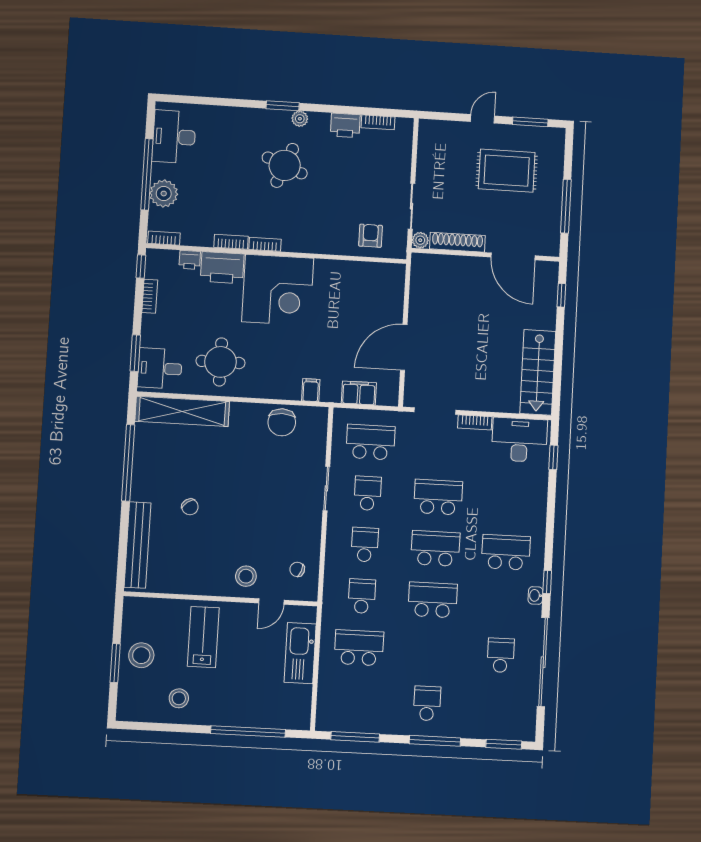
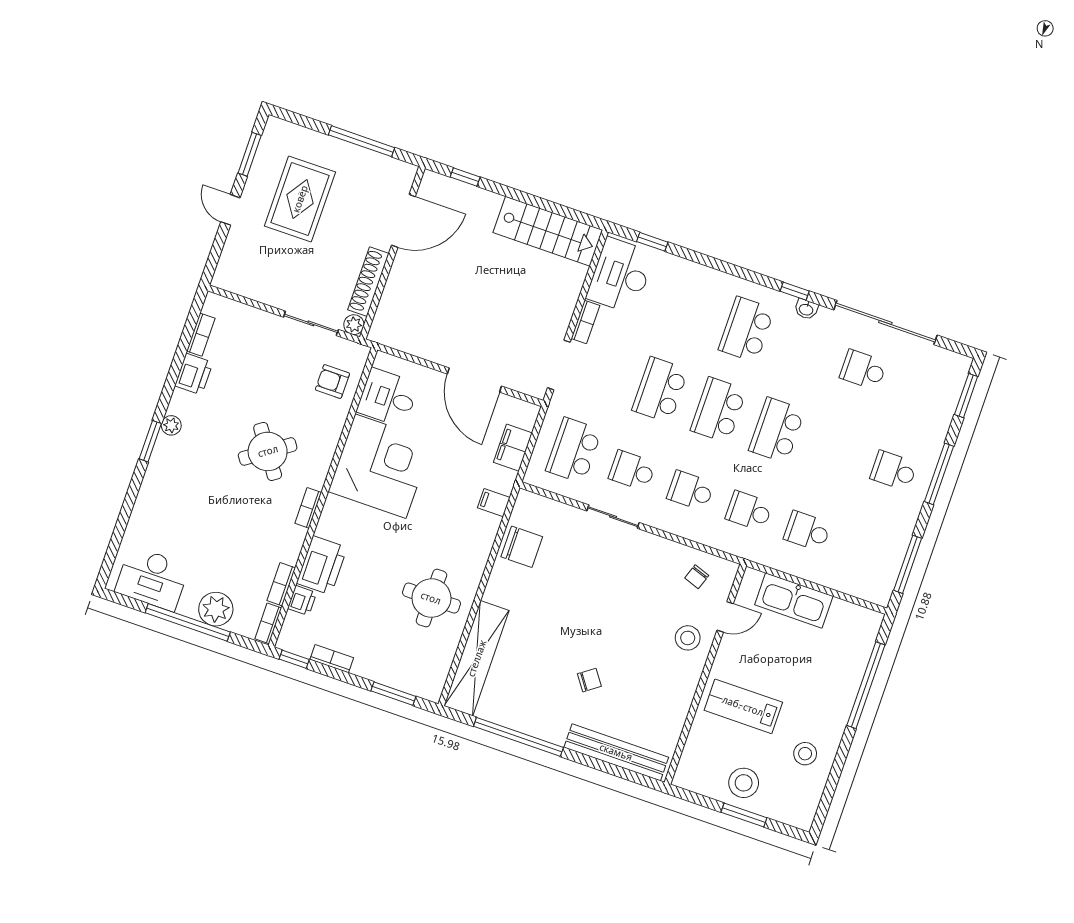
round table: (285, 165) -> (268, 451), moved, turned 33
bookcase: (231, 242) -> (281, 584), moved
corner desk: (278, 290) -> (380, 466), moved
desk: (160, 368) -> (388, 398), moved, turned 90
door: (271, 602) -> (725, 617), hinge flipped
school desk: (359, 648) -> (807, 531), width x0.54

